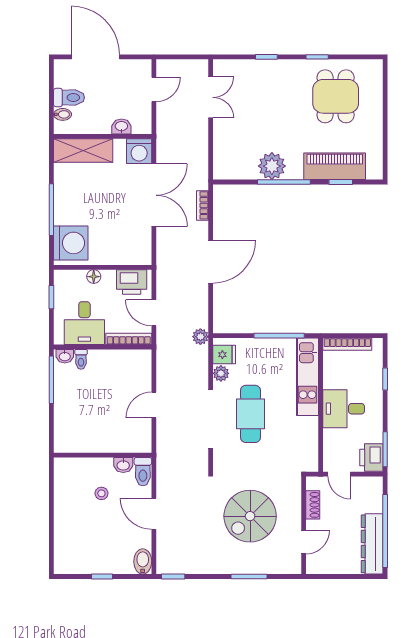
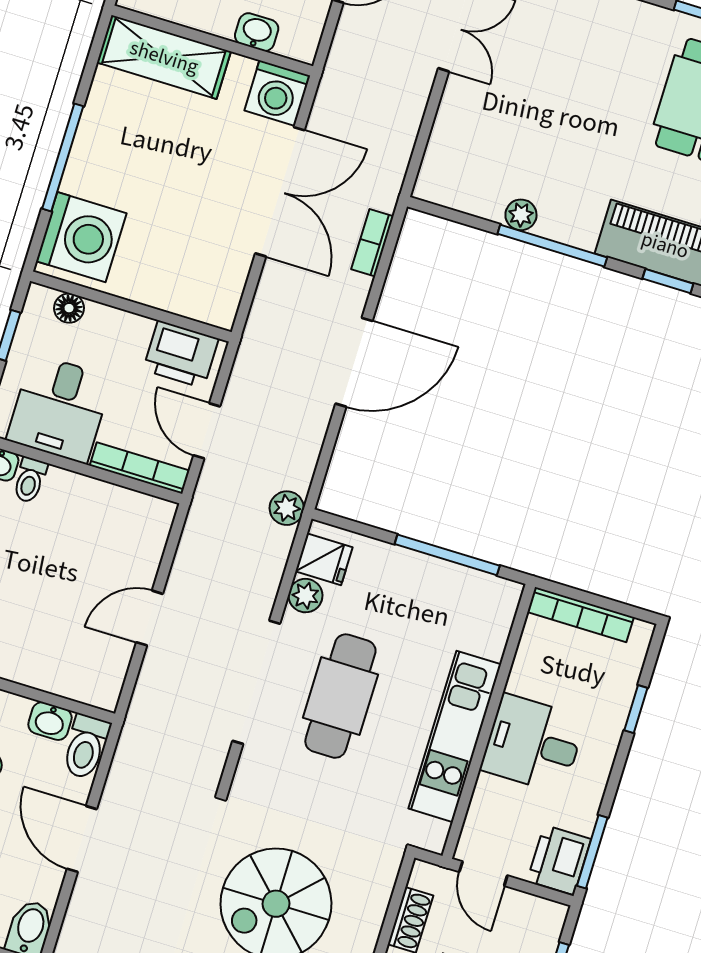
plant: (272, 166) -> (521, 215), width x0.53, depth x0.53
floor lamp: (94, 277) -> (69, 308), moved
kitchen unit: (307, 377) -> (455, 736), moved

